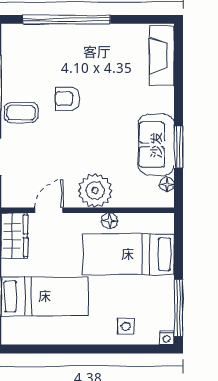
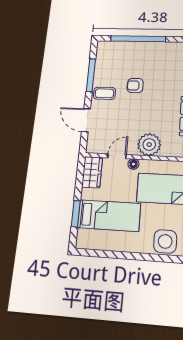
floor lamp: (109, 221) -> (133, 164), moved
side table: (126, 327) -> (165, 241), width x1.87, depth x1.87

